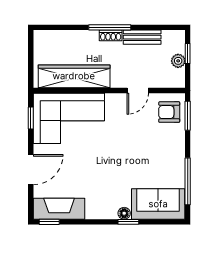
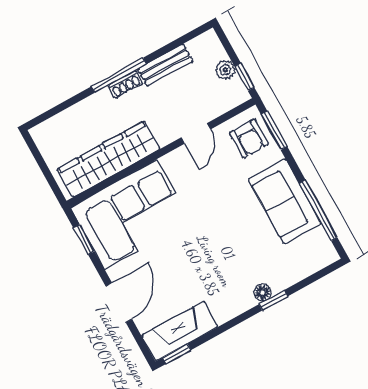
window: (188, 53) -> (244, 77), moved
armchair: (169, 112) -> (249, 138), turned -90
sofa: (158, 204) -> (285, 201), moved, turned -90

